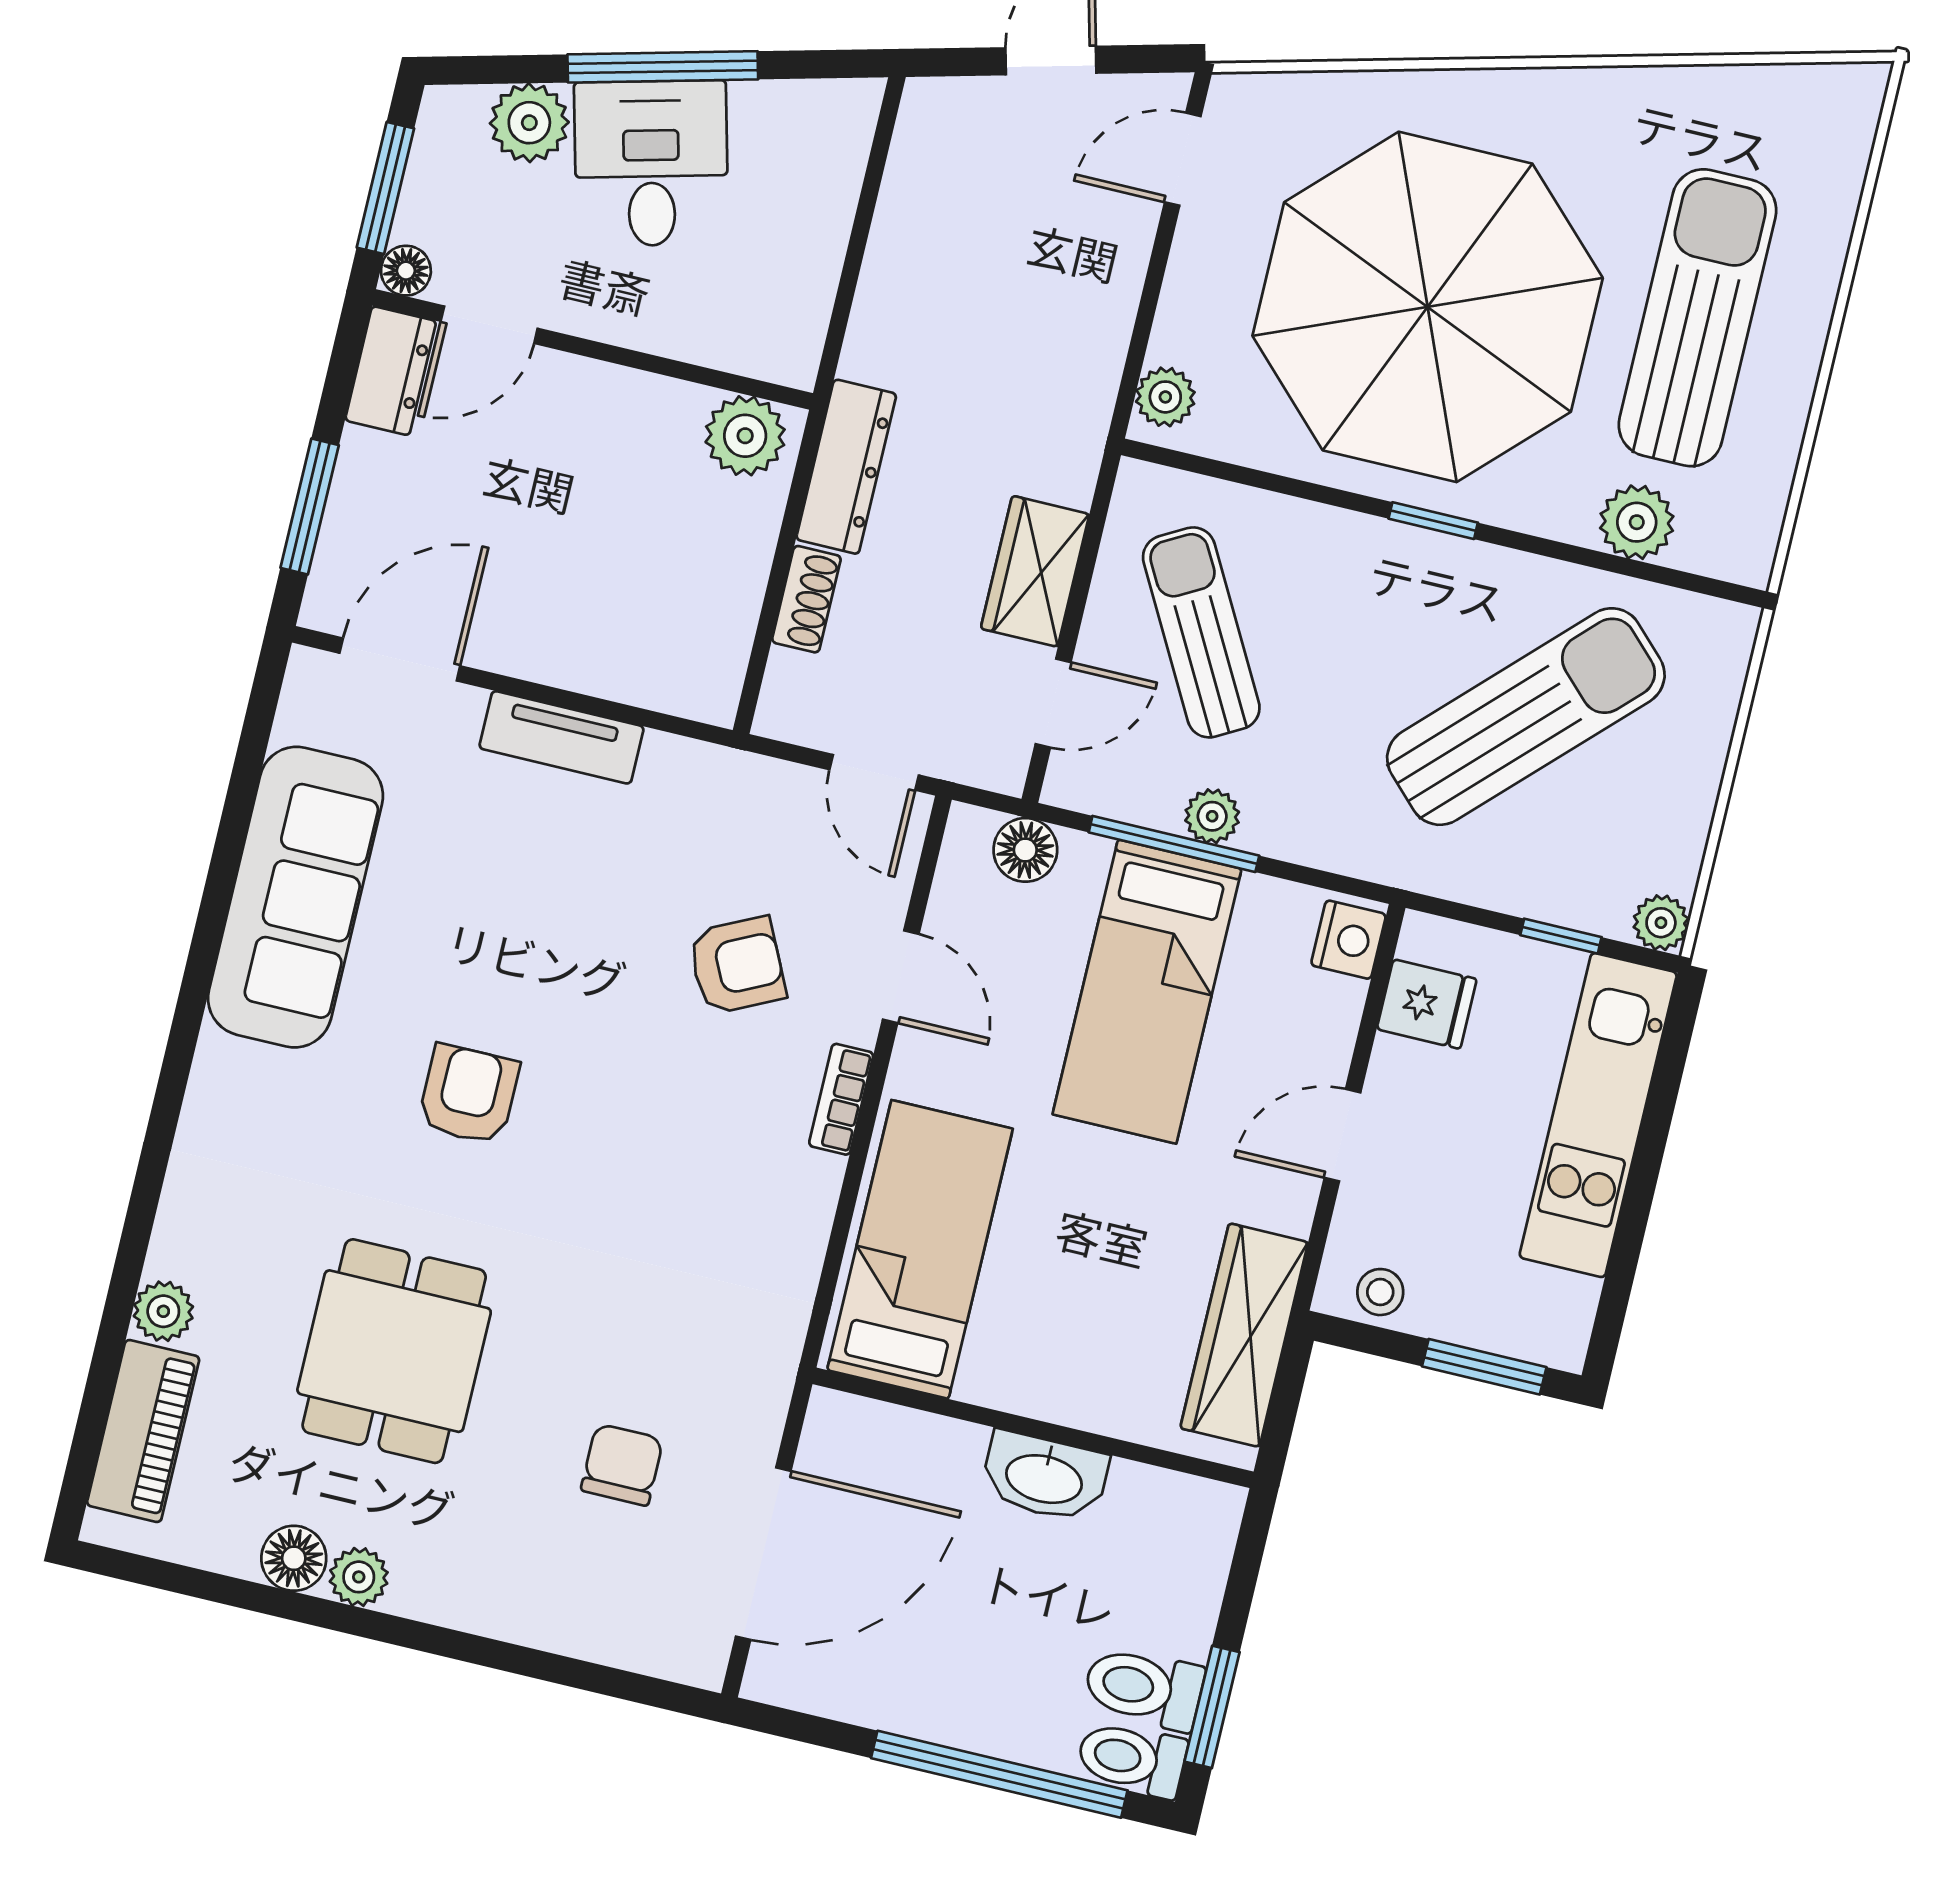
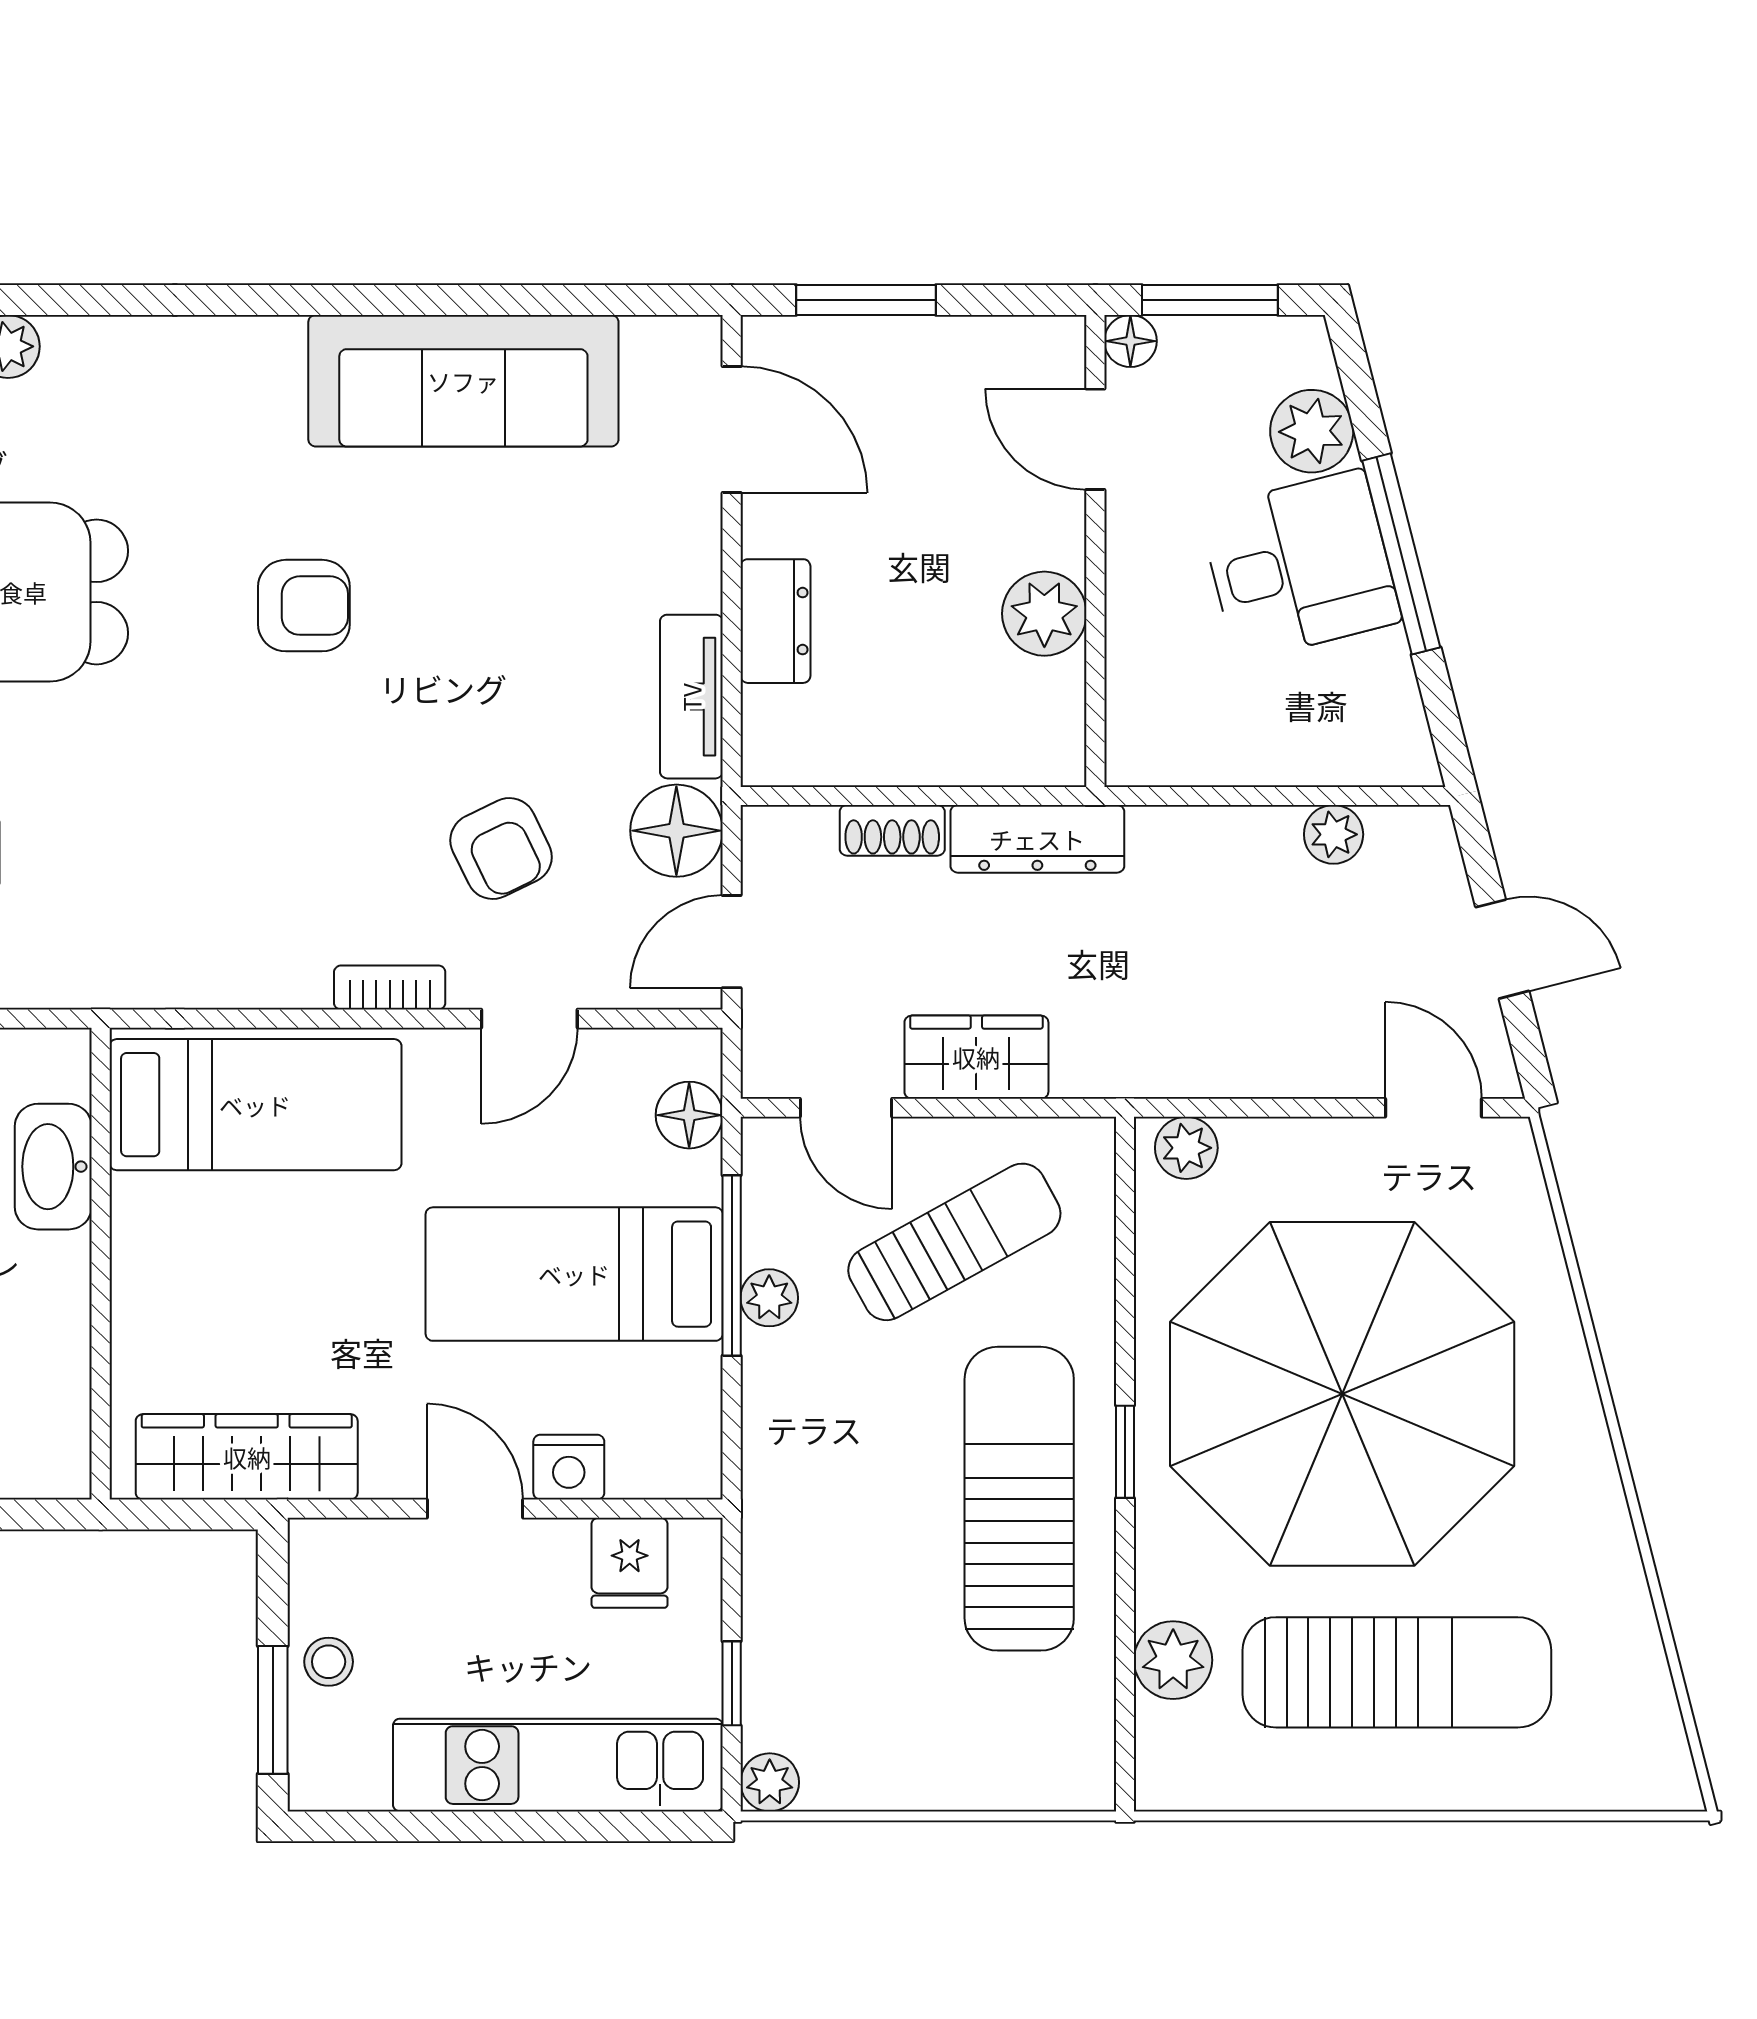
plant: (908, 191) -> (1334, 834), added
dresser: (391, 371) -> (775, 621), moved, turned -90
plant: (745, 436) -> (1044, 614), moved
sun lounger: (1526, 717) -> (1019, 1499), moved, turned -135
tv unit: (561, 737) -> (691, 697), moved
floor lamp: (759, 799) -> (676, 831), added
nightstand: (1348, 940) -> (569, 1467), moved
stool: (1380, 1292) -> (329, 1662), moved
washbasin: (1044, 1477) -> (53, 1167), moved

